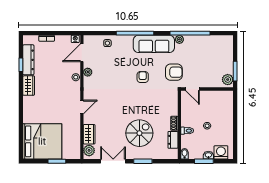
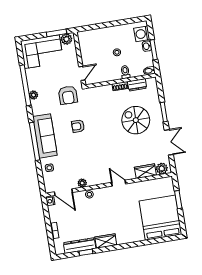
sofa: (154, 44) -> (45, 136), moved
corner sofa: (220, 54) -> (42, 52), added
armchair: (174, 72) -> (68, 95), turned 180
double door: (113, 161) -> (169, 142), swing flipped

